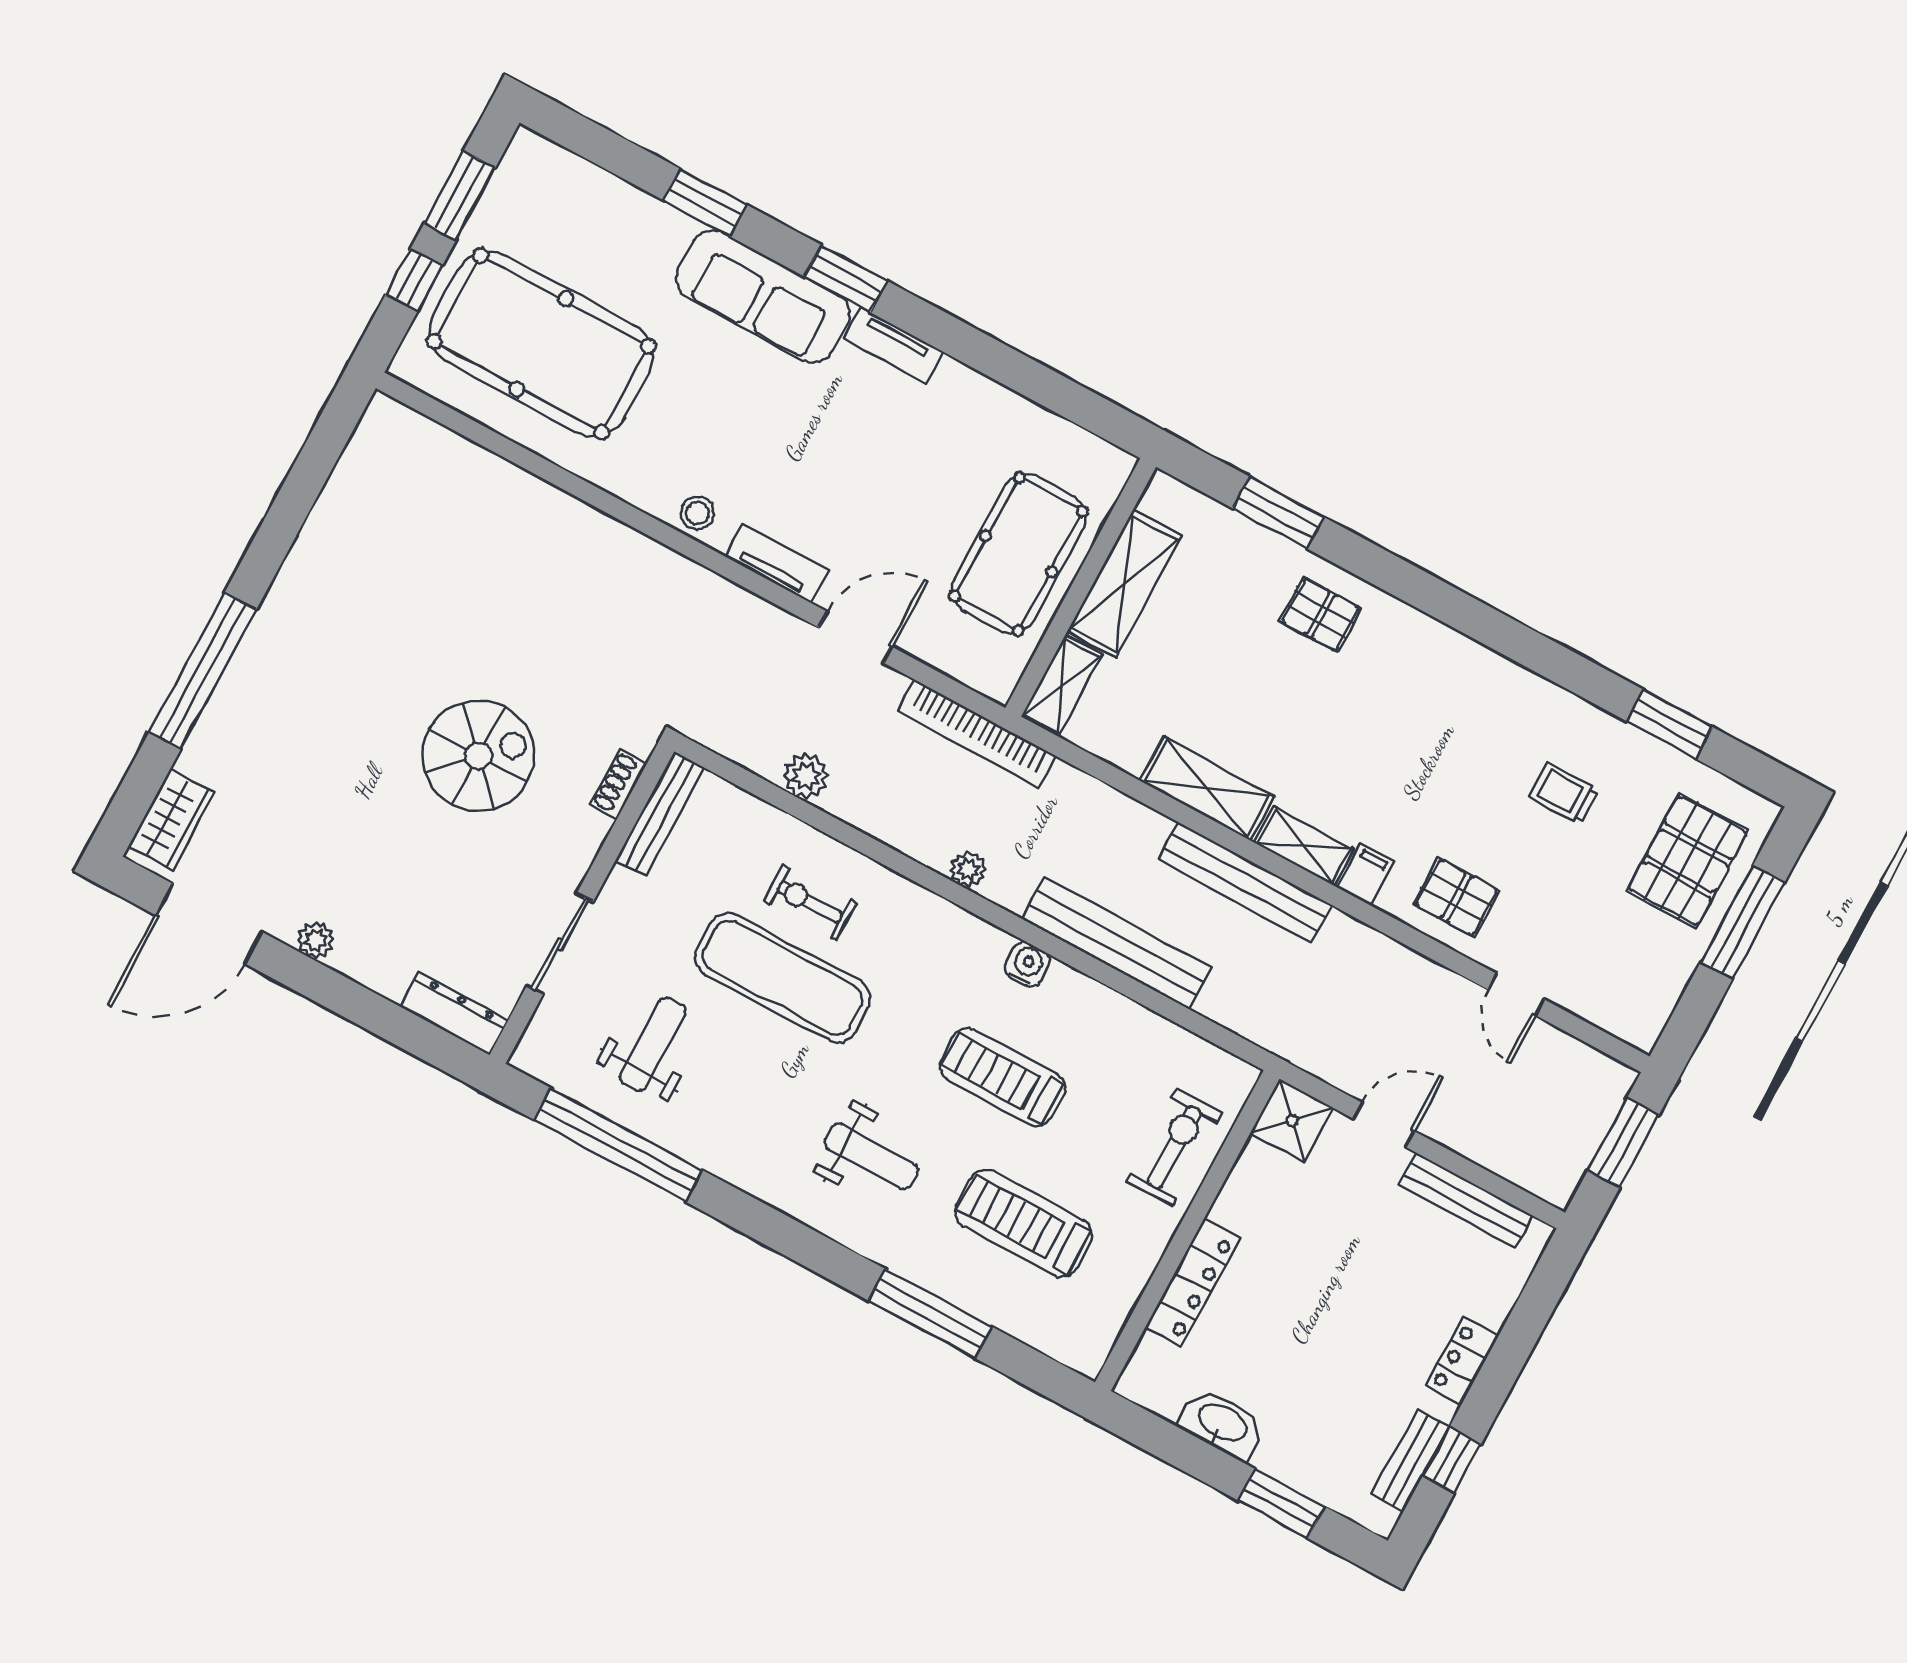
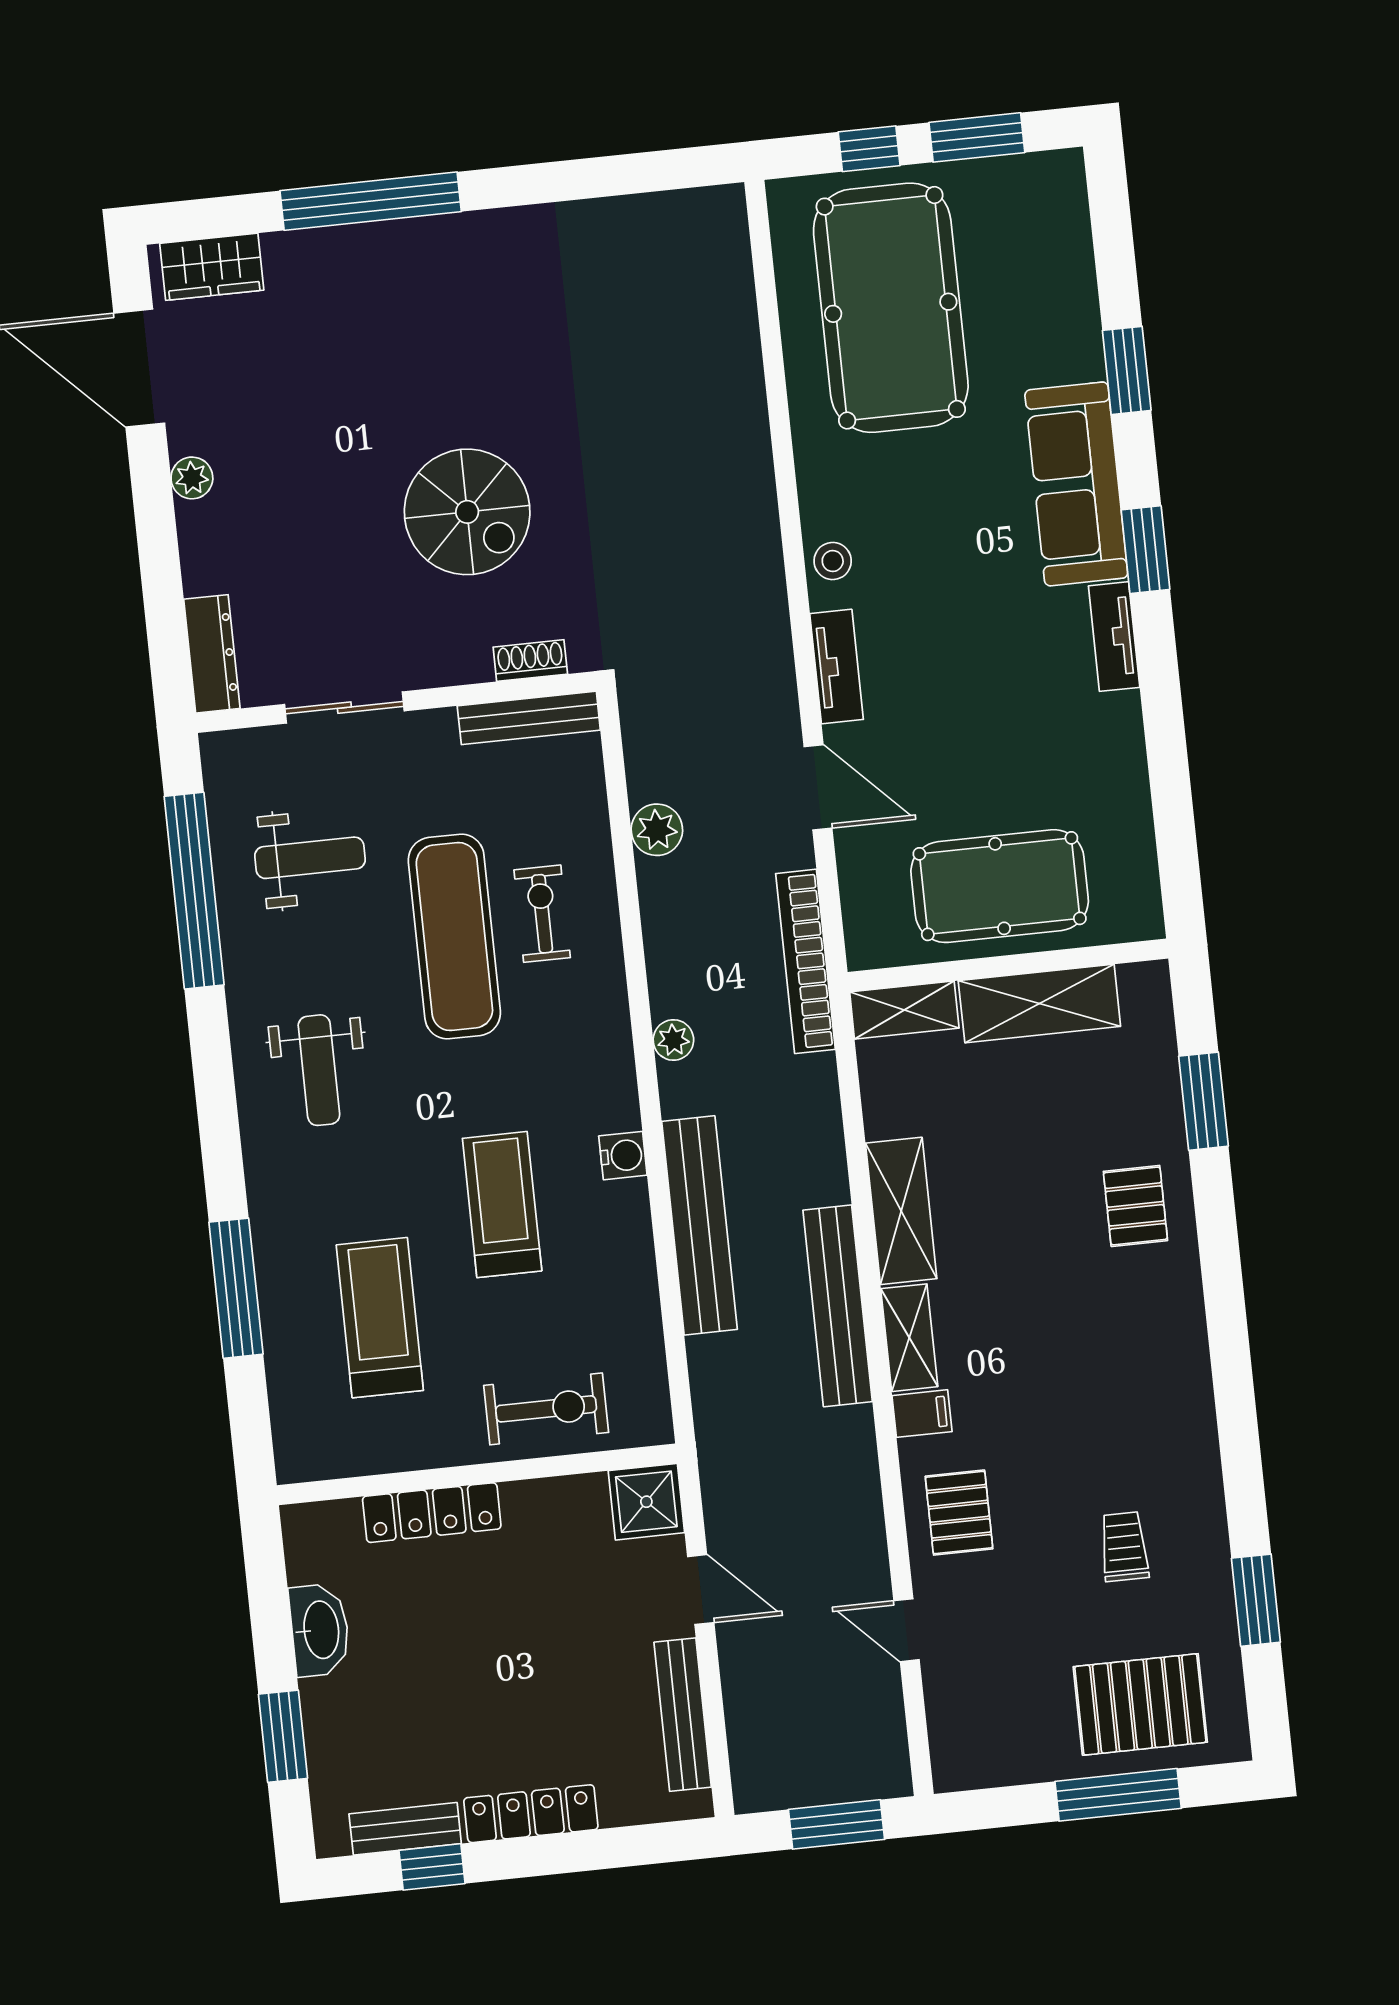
door: (1516, 995) -> (907, 1630), hinge flipped
weight bench: (871, 1157) -> (319, 1070), moved
locker: (1462, 1361) -> (531, 1814), width x1.53

